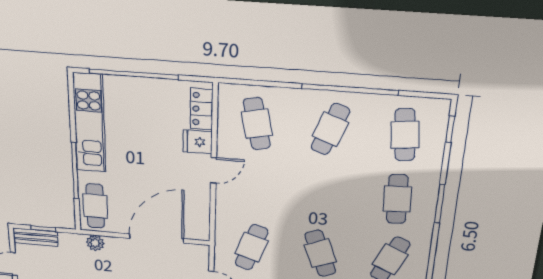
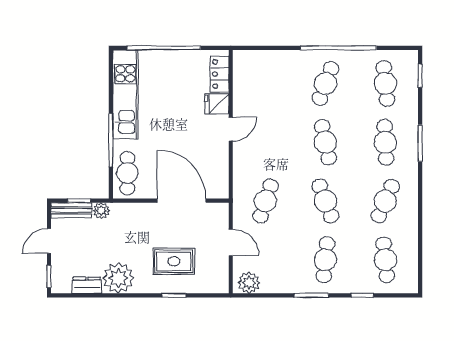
cafe table: (257, 124) -> (325, 142), moved
door: (157, 239) -> (181, 201), hinge flipped
plant: (95, 243) -> (101, 211), moved

